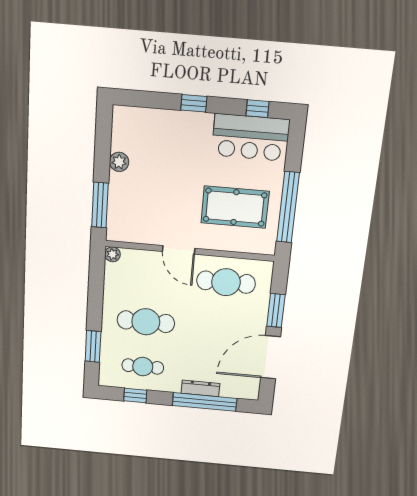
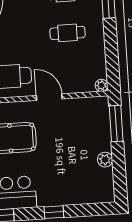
cafe table: (146, 322) -> (67, 33), width x0.73, depth x0.74

